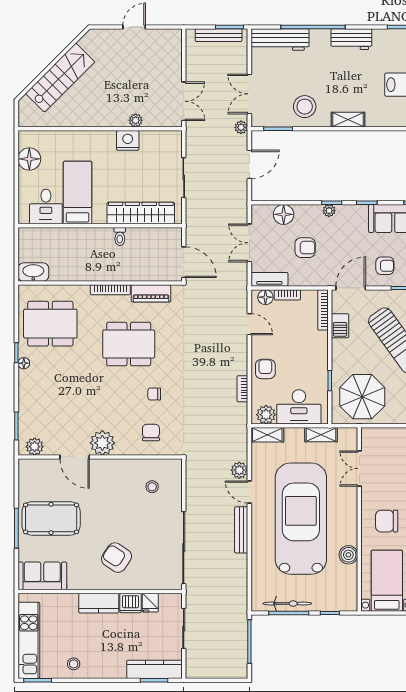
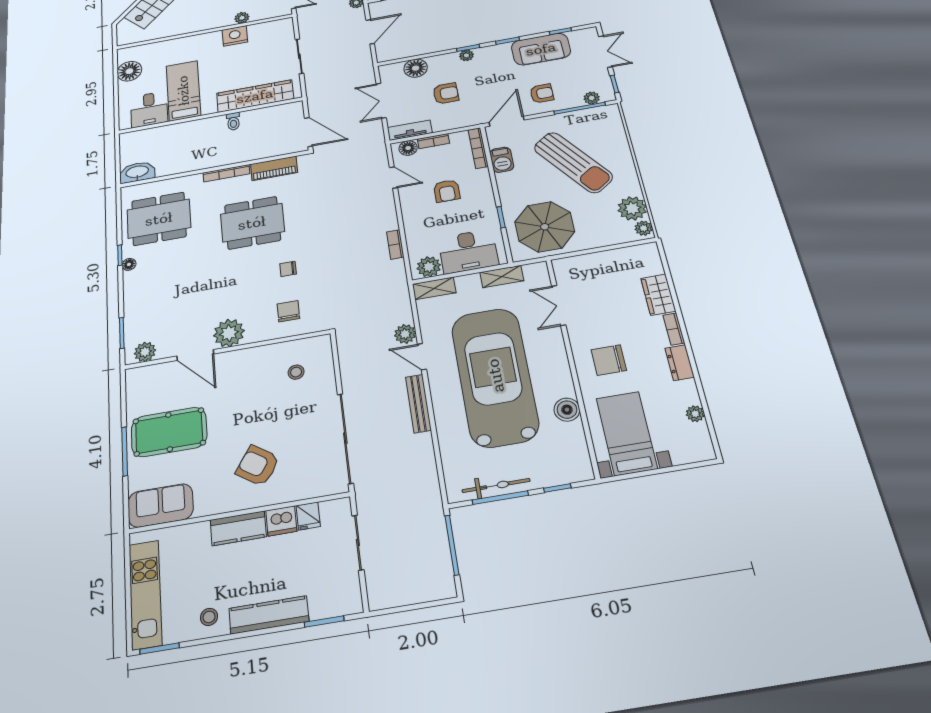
armchair: (265, 369) -> (447, 191), moved, turned 180
kitchen counter: (154, 669) -> (269, 615), moved

